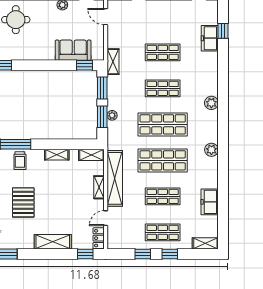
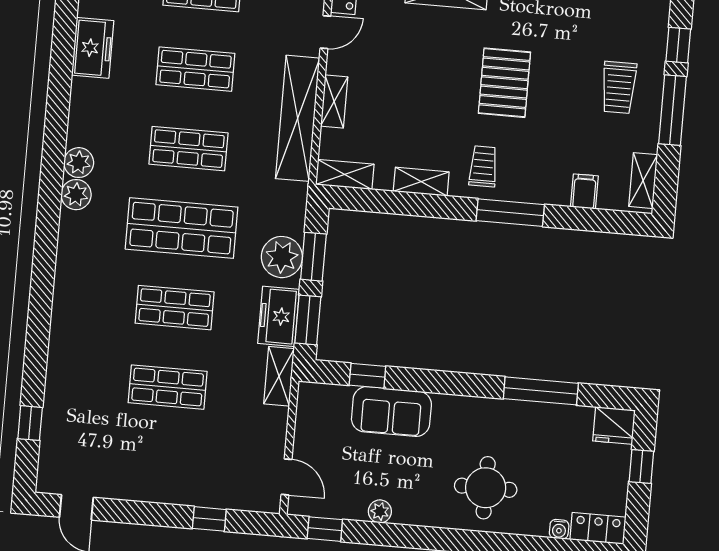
freezer: (210, 38) -> (279, 316), moved, turned 180
sofa: (73, 50) -> (391, 412), moved
window: (84, 65) -> (367, 376), moved
plant: (211, 103) -> (76, 195), moved
plant: (112, 115) -> (282, 257), width x1.87, depth x1.87
shop shelf: (163, 160) -> (188, 149), width x0.70, depth x0.74
trolley: (20, 161) -> (483, 166), moved

